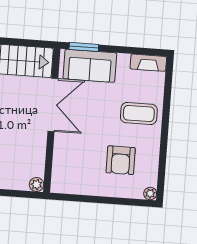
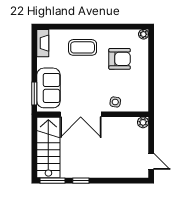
double door: (53, 105) -> (81, 114), swing flipped
coffee table: (139, 113) -> (83, 47), turned 90
side table: (65, 151) -> (115, 102), added

